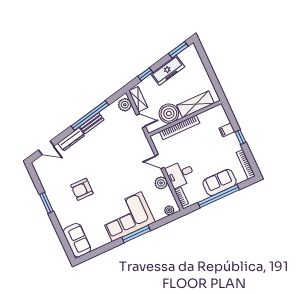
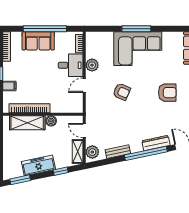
boiler: (169, 114) -> (51, 121), width x0.54, depth x0.54
window: (90, 116) -> (146, 153), moved
bench: (92, 123) -> (118, 152), moved
bookcase: (180, 127) -> (29, 108), moved
door: (160, 162) -> (84, 85), swing flipped
armchair: (123, 171) -> (122, 92), added
plant: (169, 210) -> (96, 36), removed

